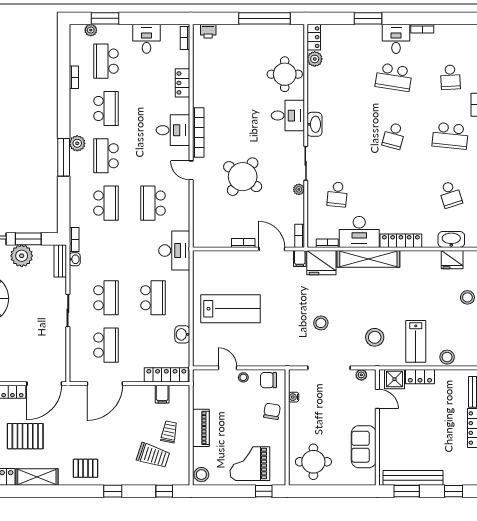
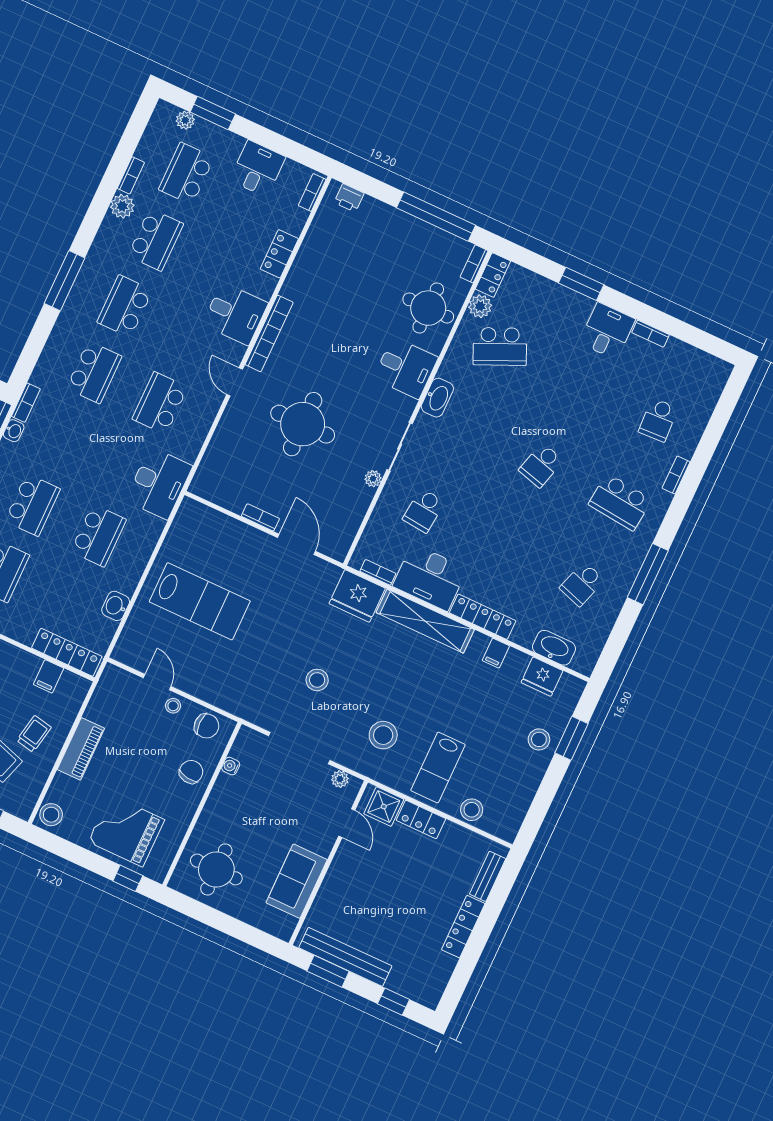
school desk: (394, 77) -> (500, 346), moved, turned -33
plant: (77, 143) -> (122, 206), moved
round table: (243, 177) -> (303, 424), turned -36
school desk: (450, 194) -> (582, 584), turned 36
bookcase: (300, 236) -> (474, 264), moved
filing cabinet: (300, 258) -> (496, 653), moved
chair: (268, 380) -> (207, 726), turned 180

